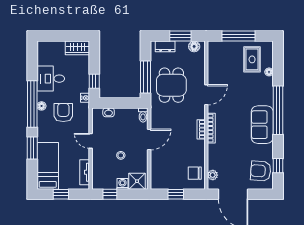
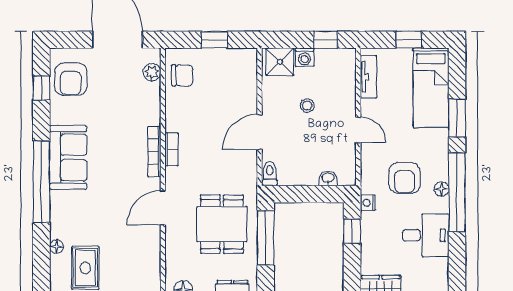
armchair: (261, 171) -> (71, 79), turned 86

